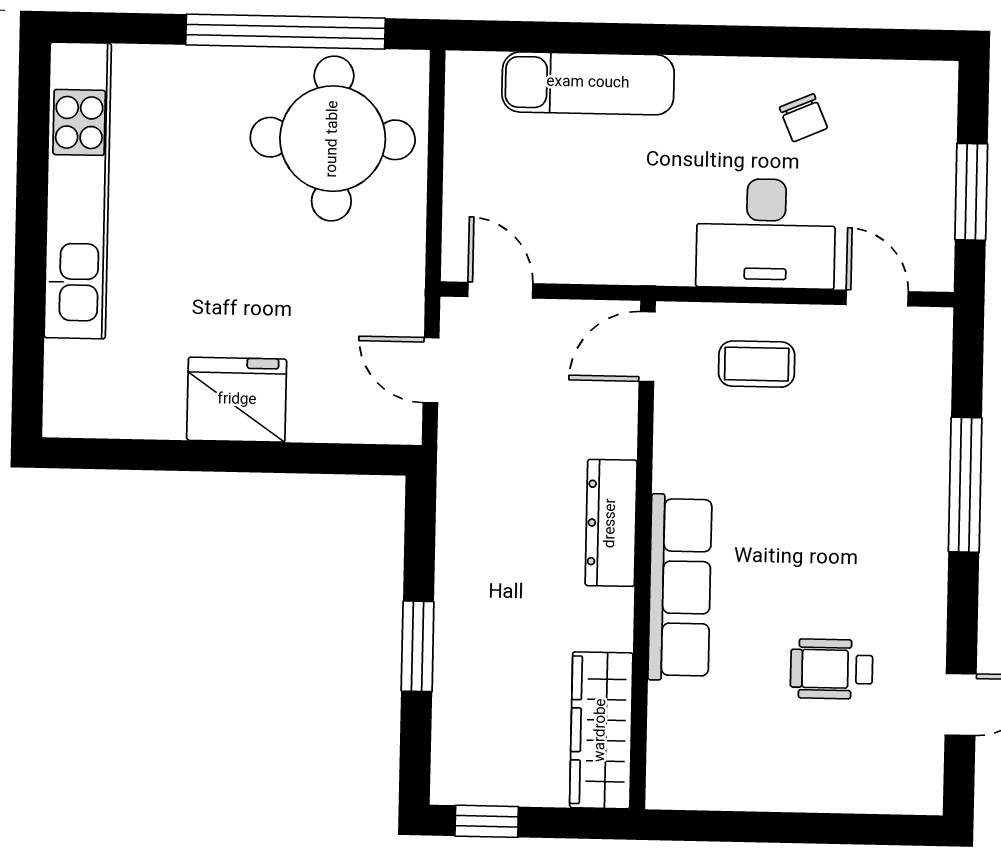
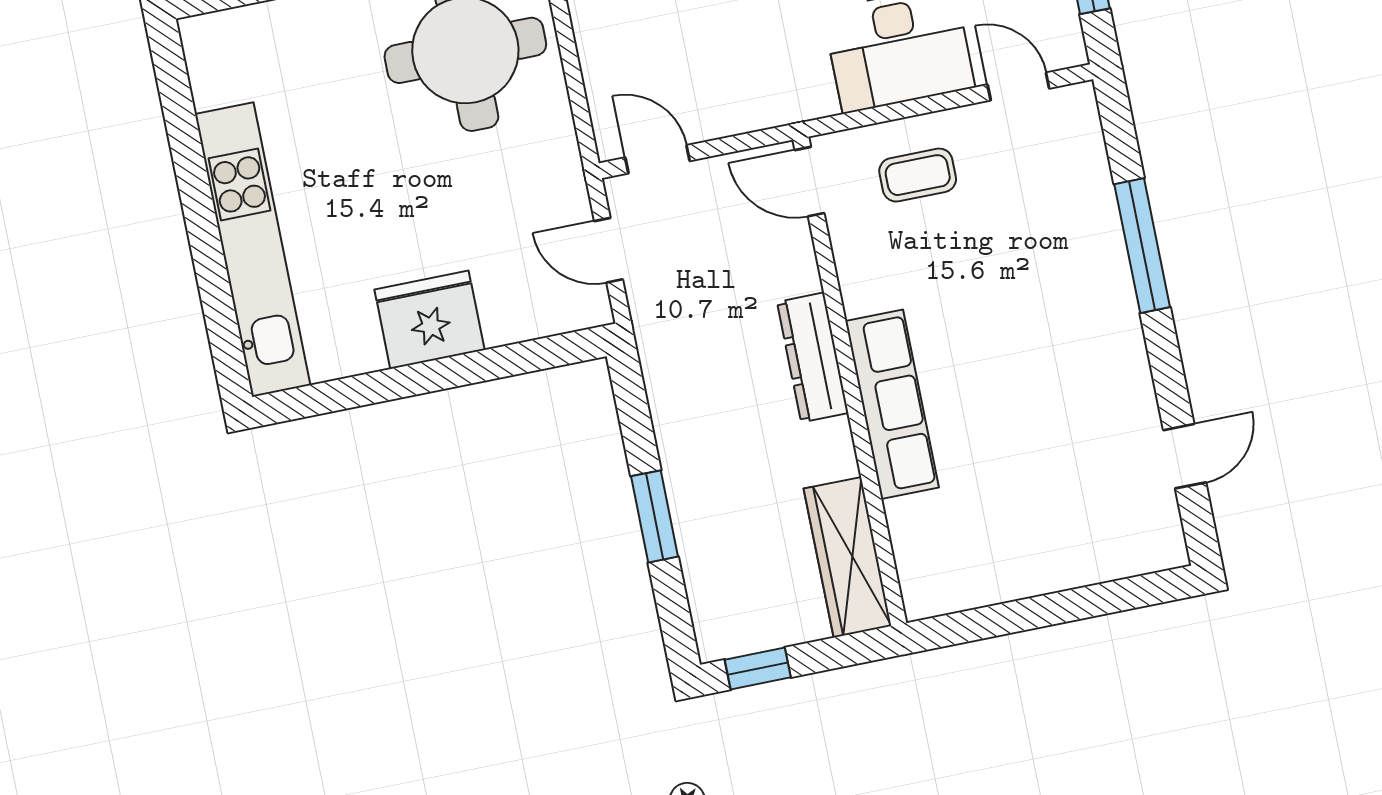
kitchen unit: (78, 190) -> (253, 250), moved
door: (647, 347) -> (810, 182), hinge flipped
wheelchair: (832, 669) -> (1054, 450), removed

